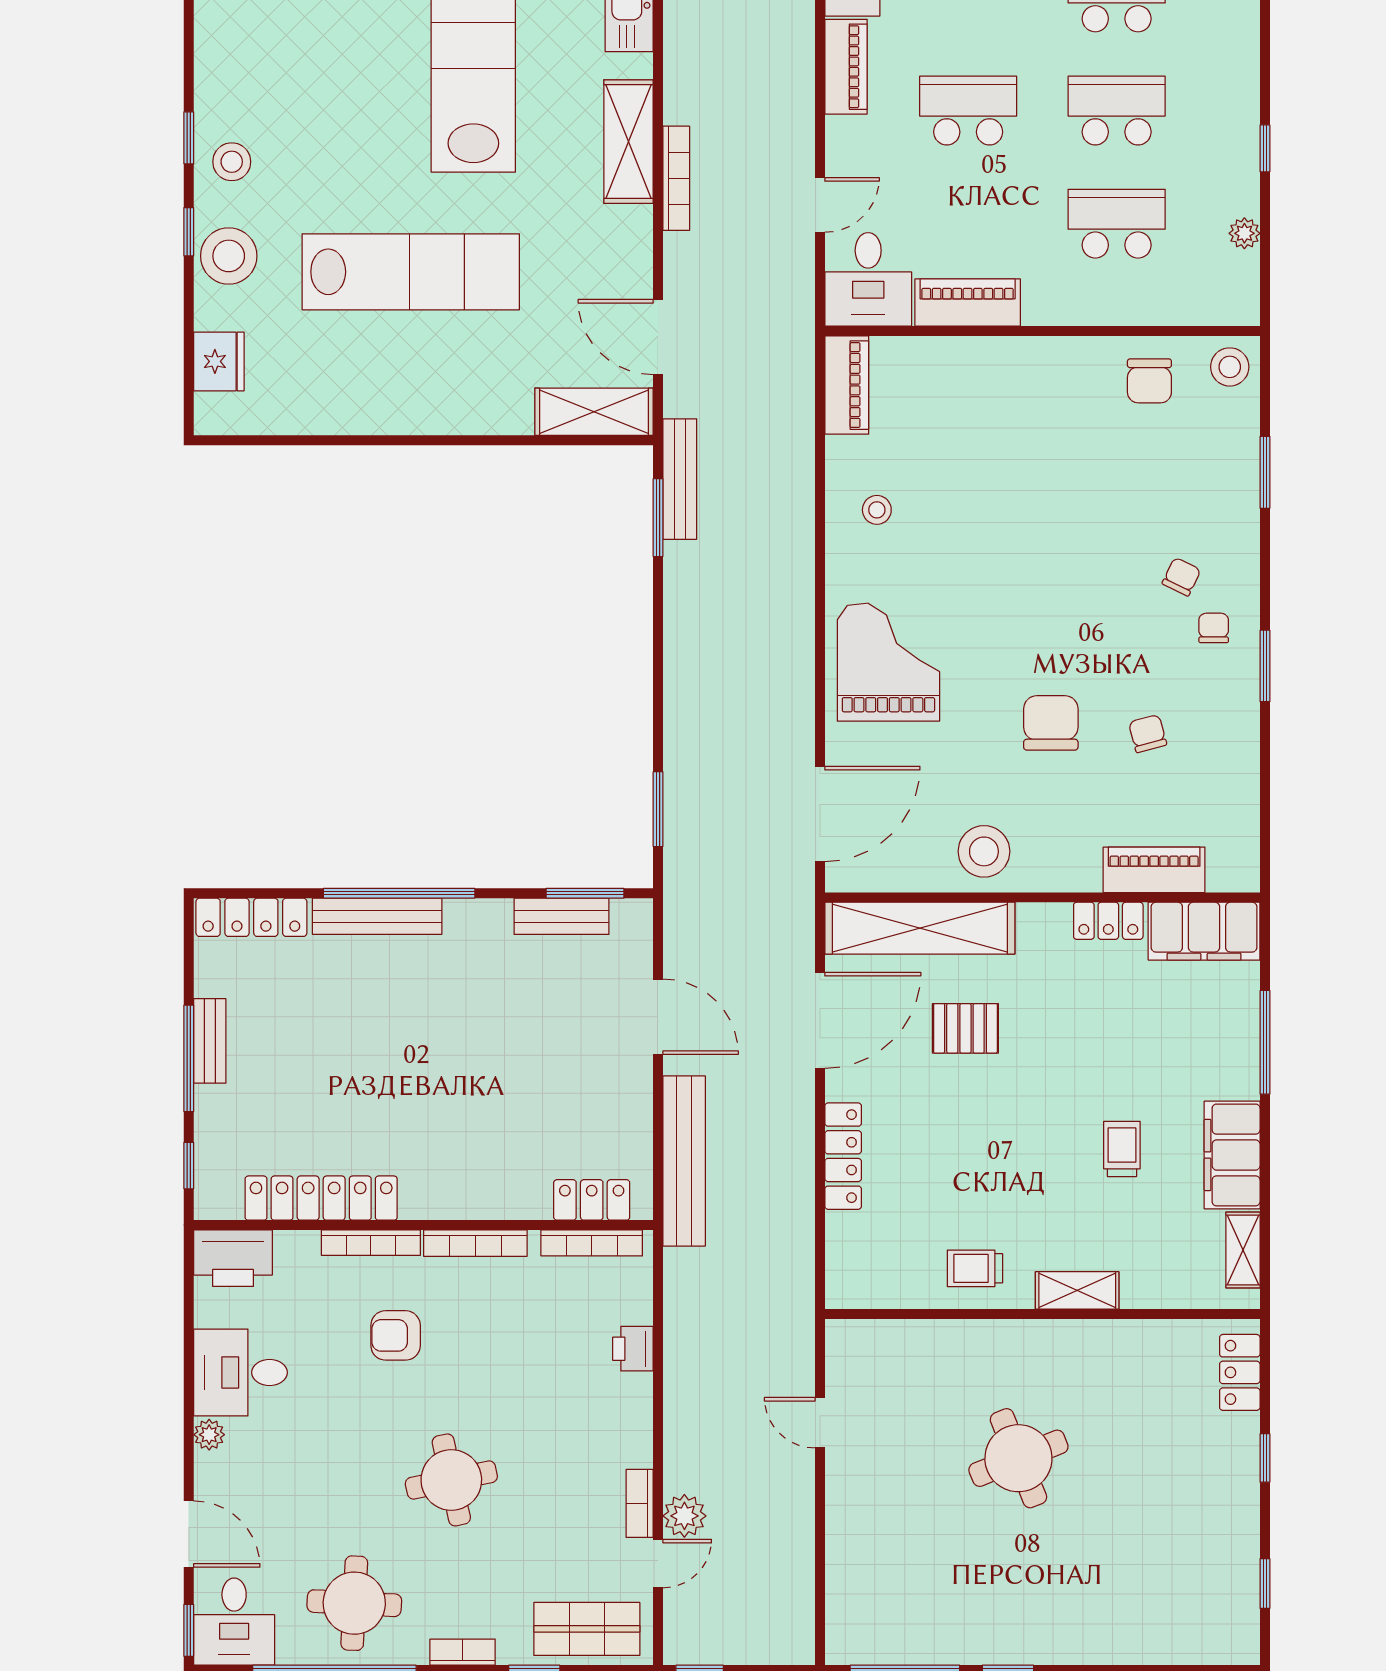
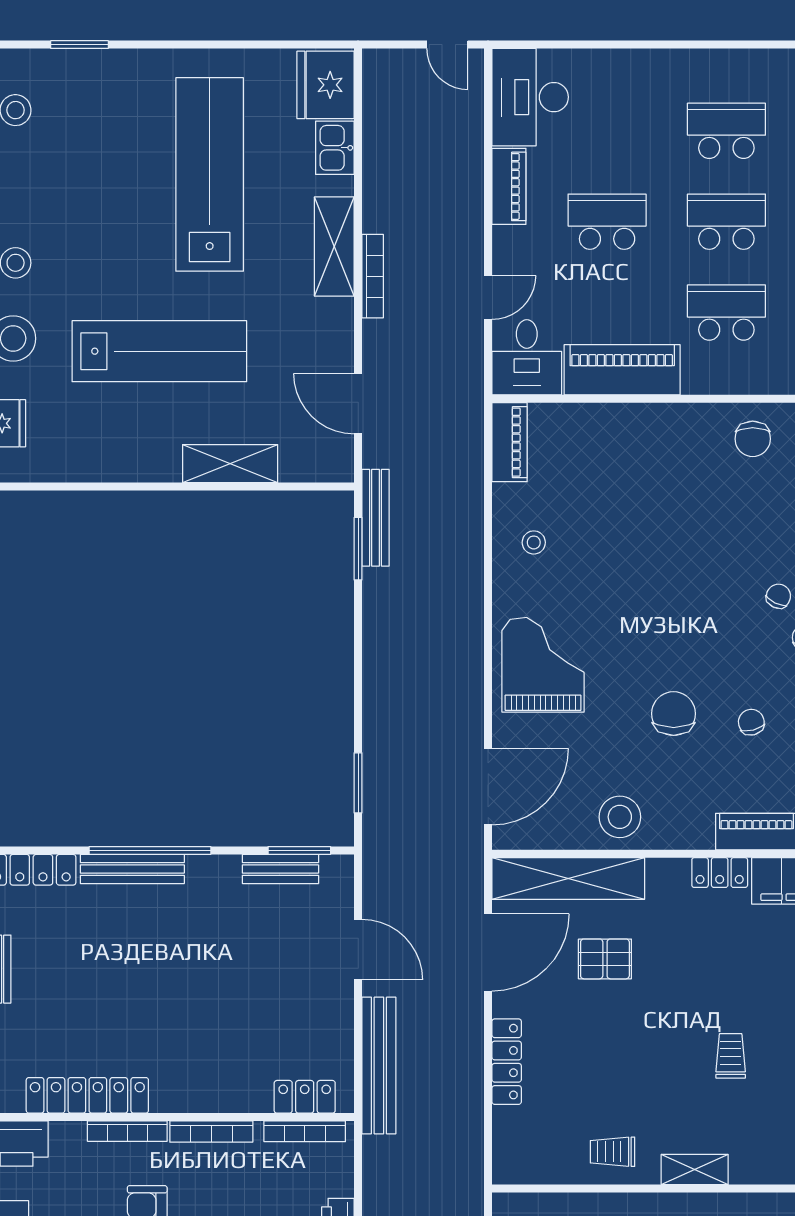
piano: (968, 303) -> (622, 370), width x1.37, depth x1.33
shelving: (594, 412) -> (230, 464), moved

